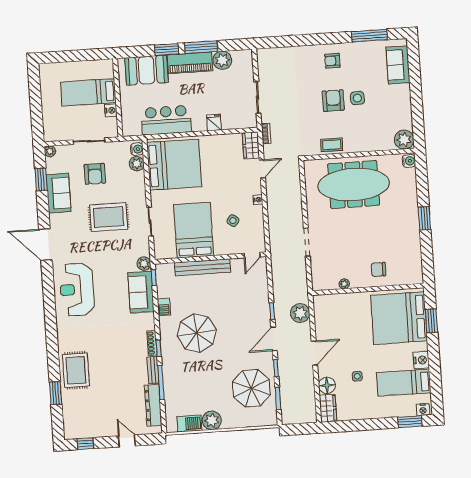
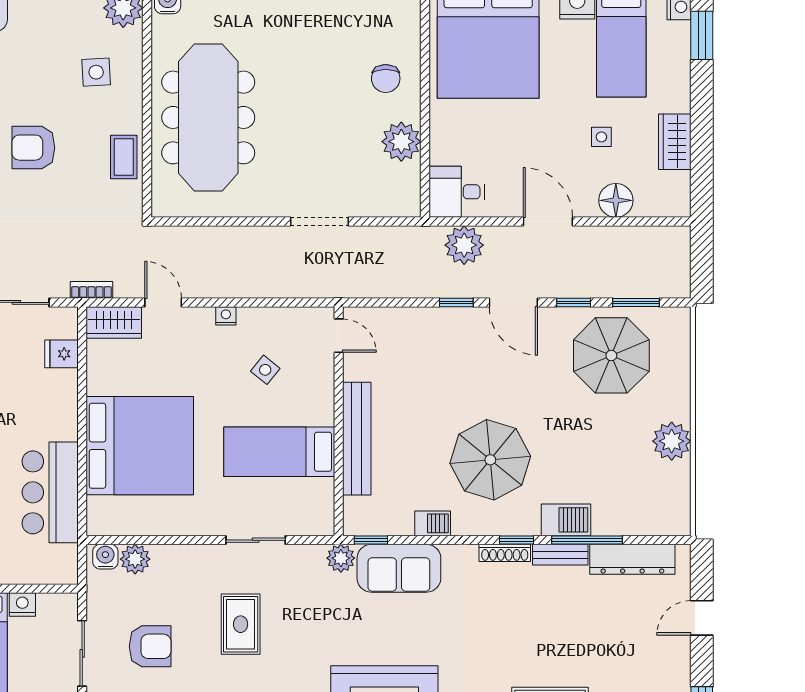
side table: (357, 98) -> (96, 72), moved
fridge: (214, 122) -> (62, 354), moved
bed: (174, 165) -> (140, 446), moved, turned 90
rug: (109, 217) -> (241, 624), width x0.73, depth x0.70
bed: (194, 230) -> (279, 452), width x0.67
plant: (344, 284) -> (401, 142), width x1.87, depth x1.87
desk: (326, 308) -> (457, 192), added
wardrobe: (328, 408) -> (675, 142), moved, turned -90
barbecue: (189, 423) -> (566, 520), moved, turned 90

